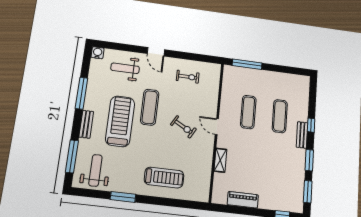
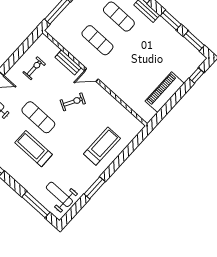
treadmill: (120, 121) -> (34, 149), width x0.73, depth x0.73
bench: (86, 124) -> (68, 62), moved
shelving: (220, 160) -> (120, 92), removed
piano: (243, 200) -> (165, 92), width x1.37, depth x1.33

